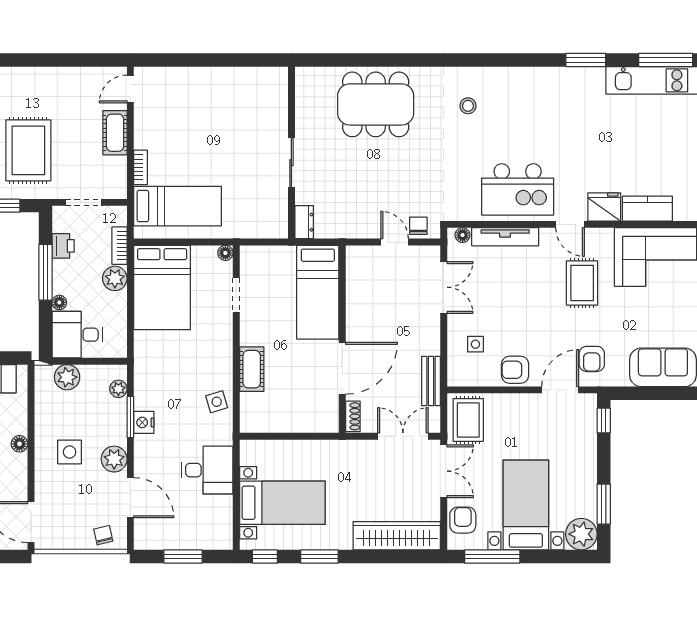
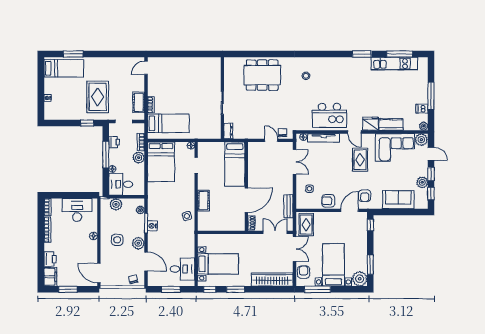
cot: (115, 133) -> (139, 102), moved
desk: (207, 470) -> (182, 269), moved

